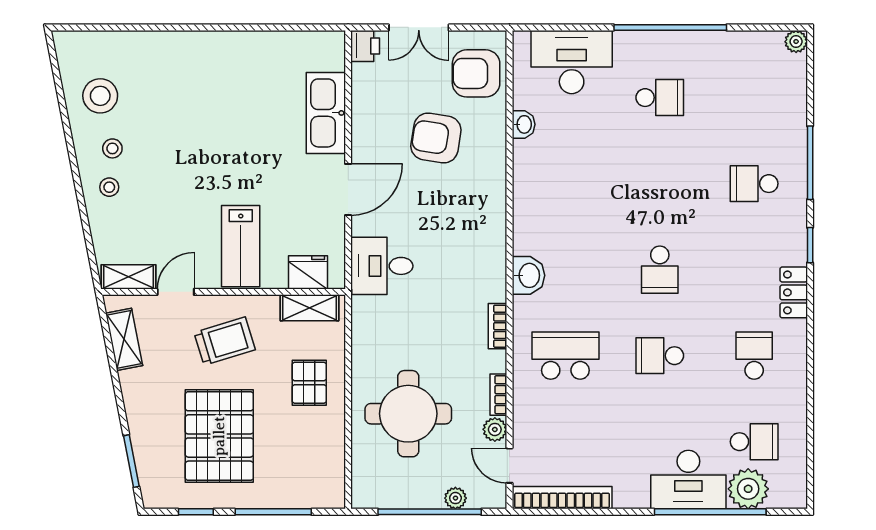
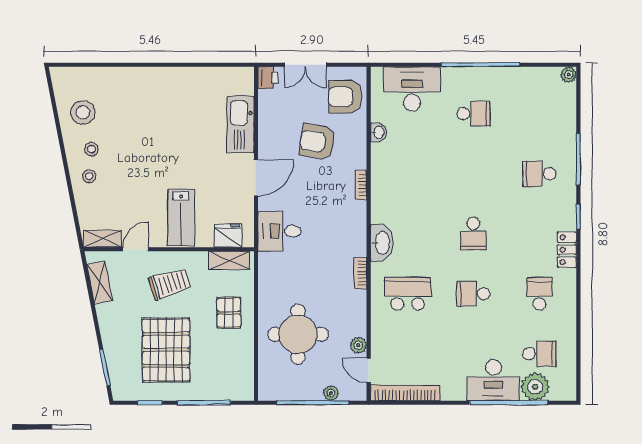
washbasin: (528, 275) -> (382, 243), width x1.38
bookcase: (498, 395) -> (361, 185), moved

